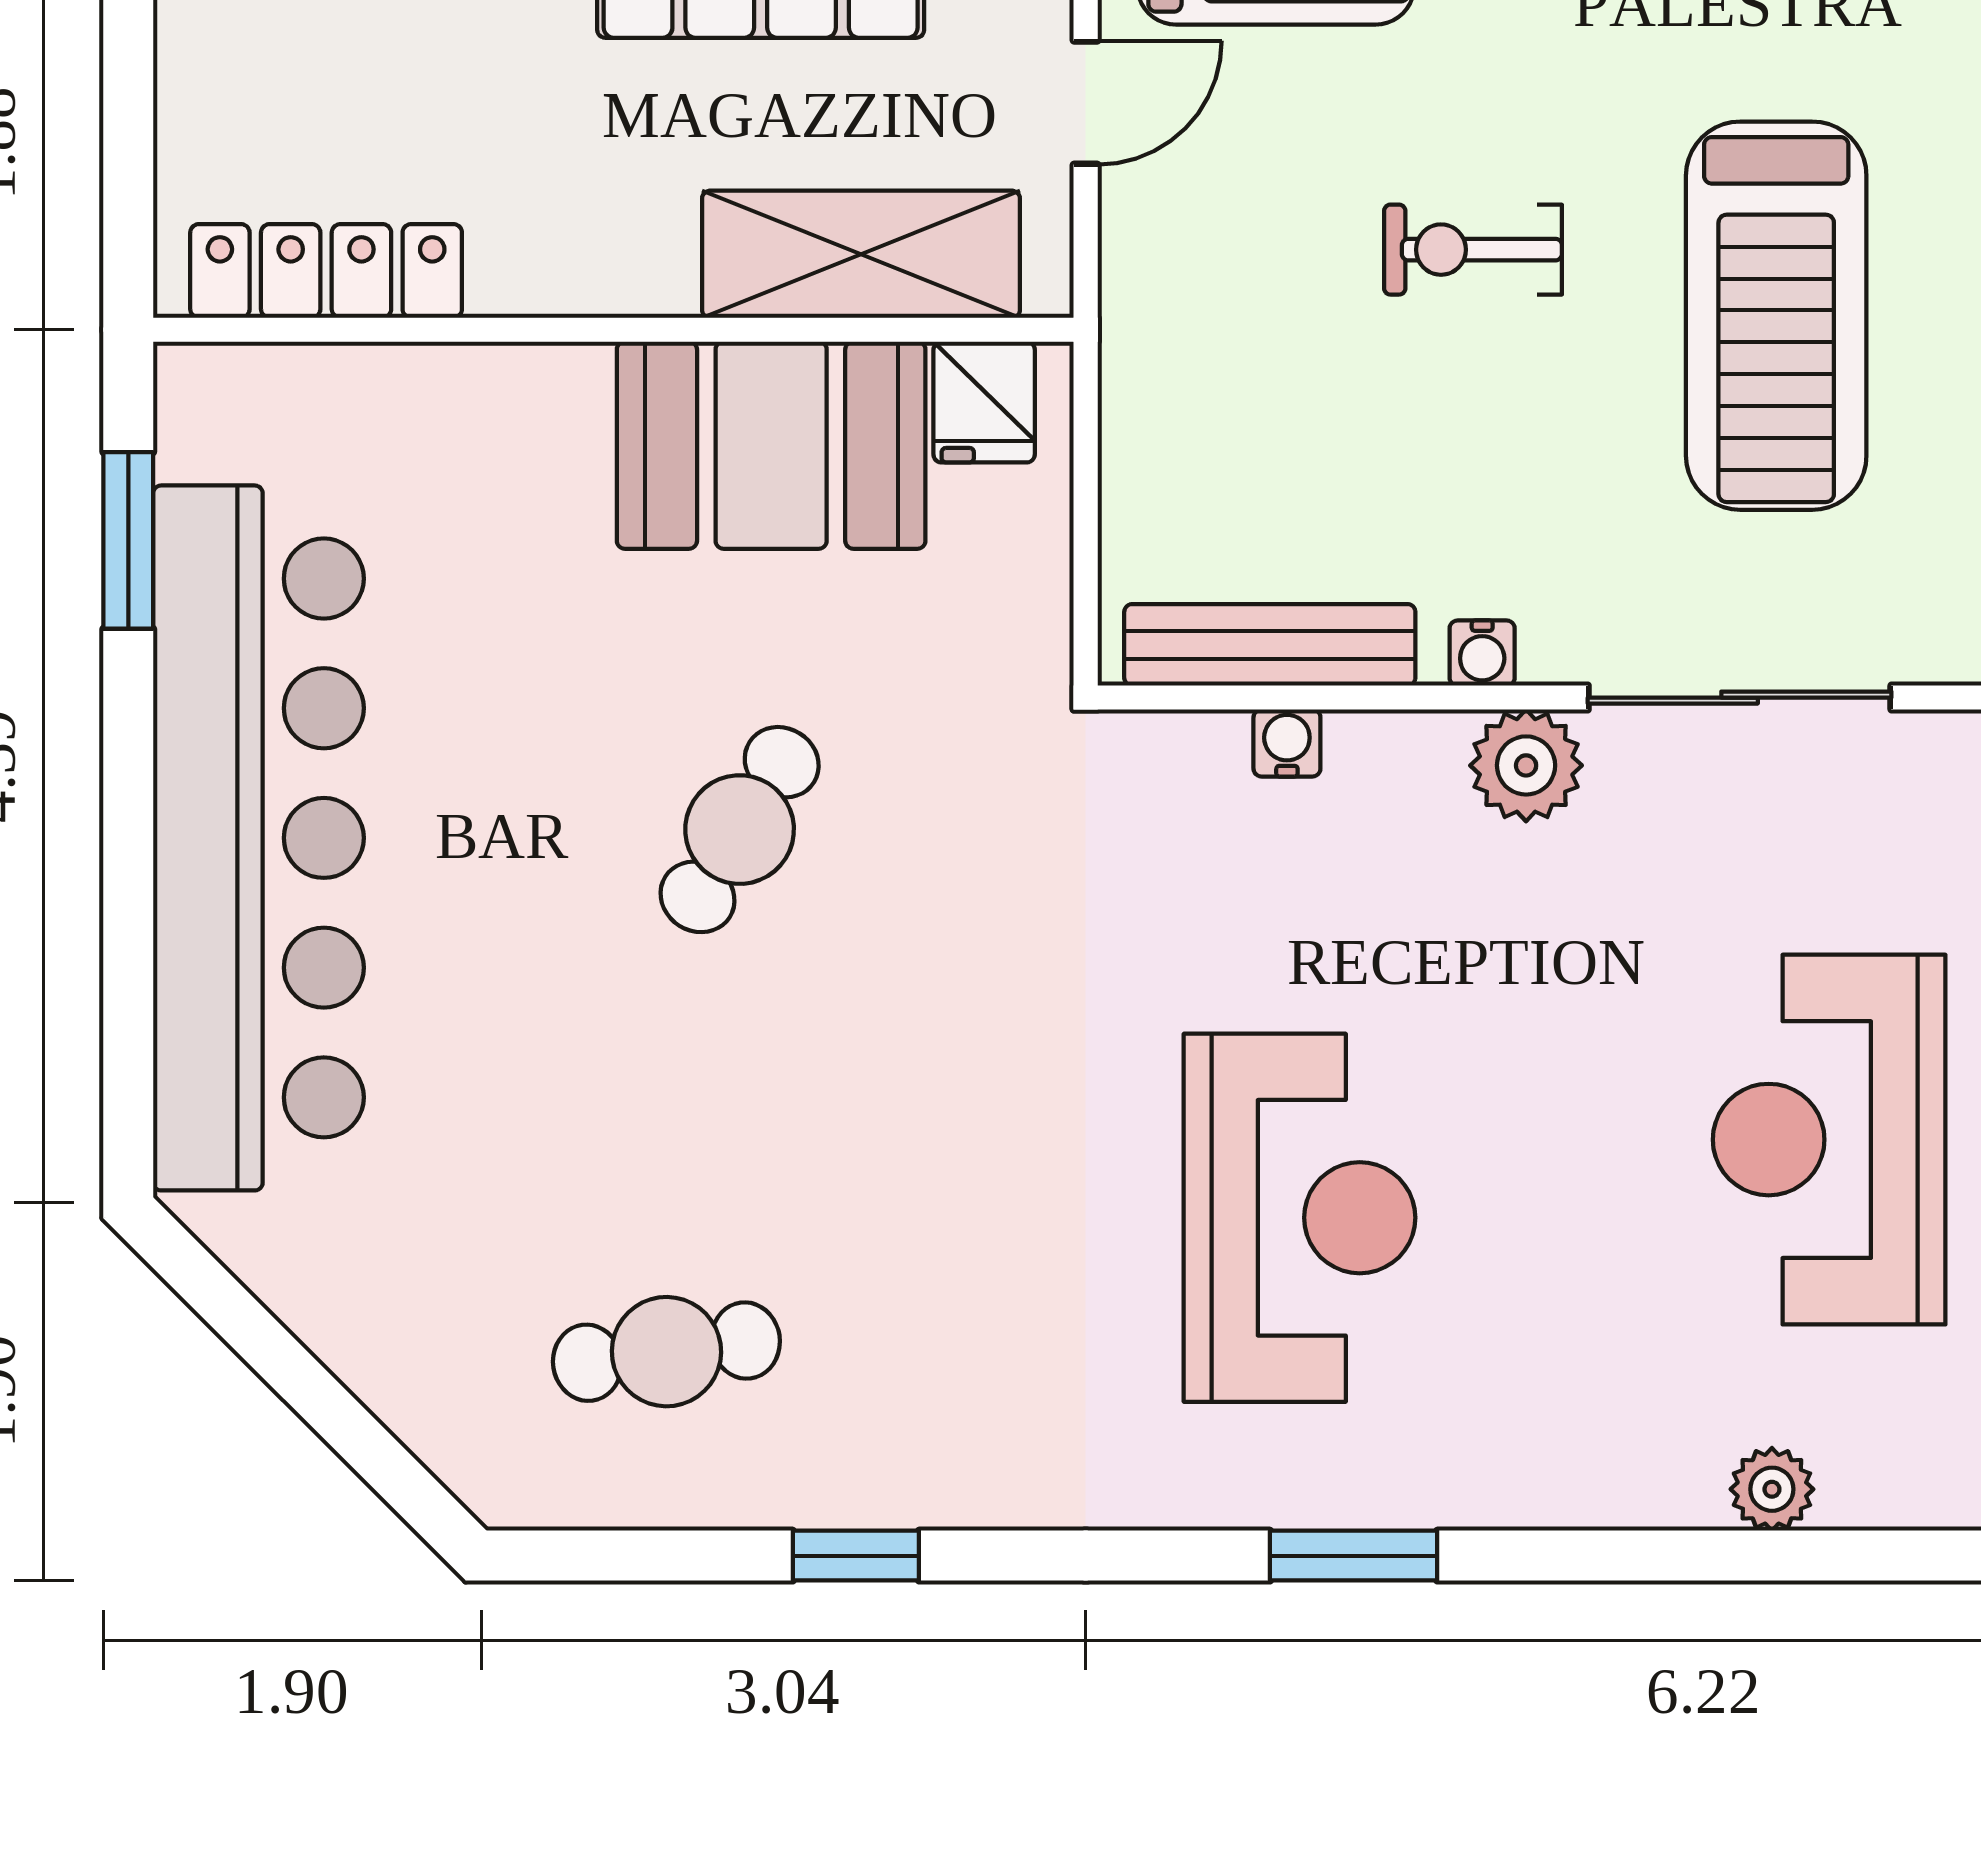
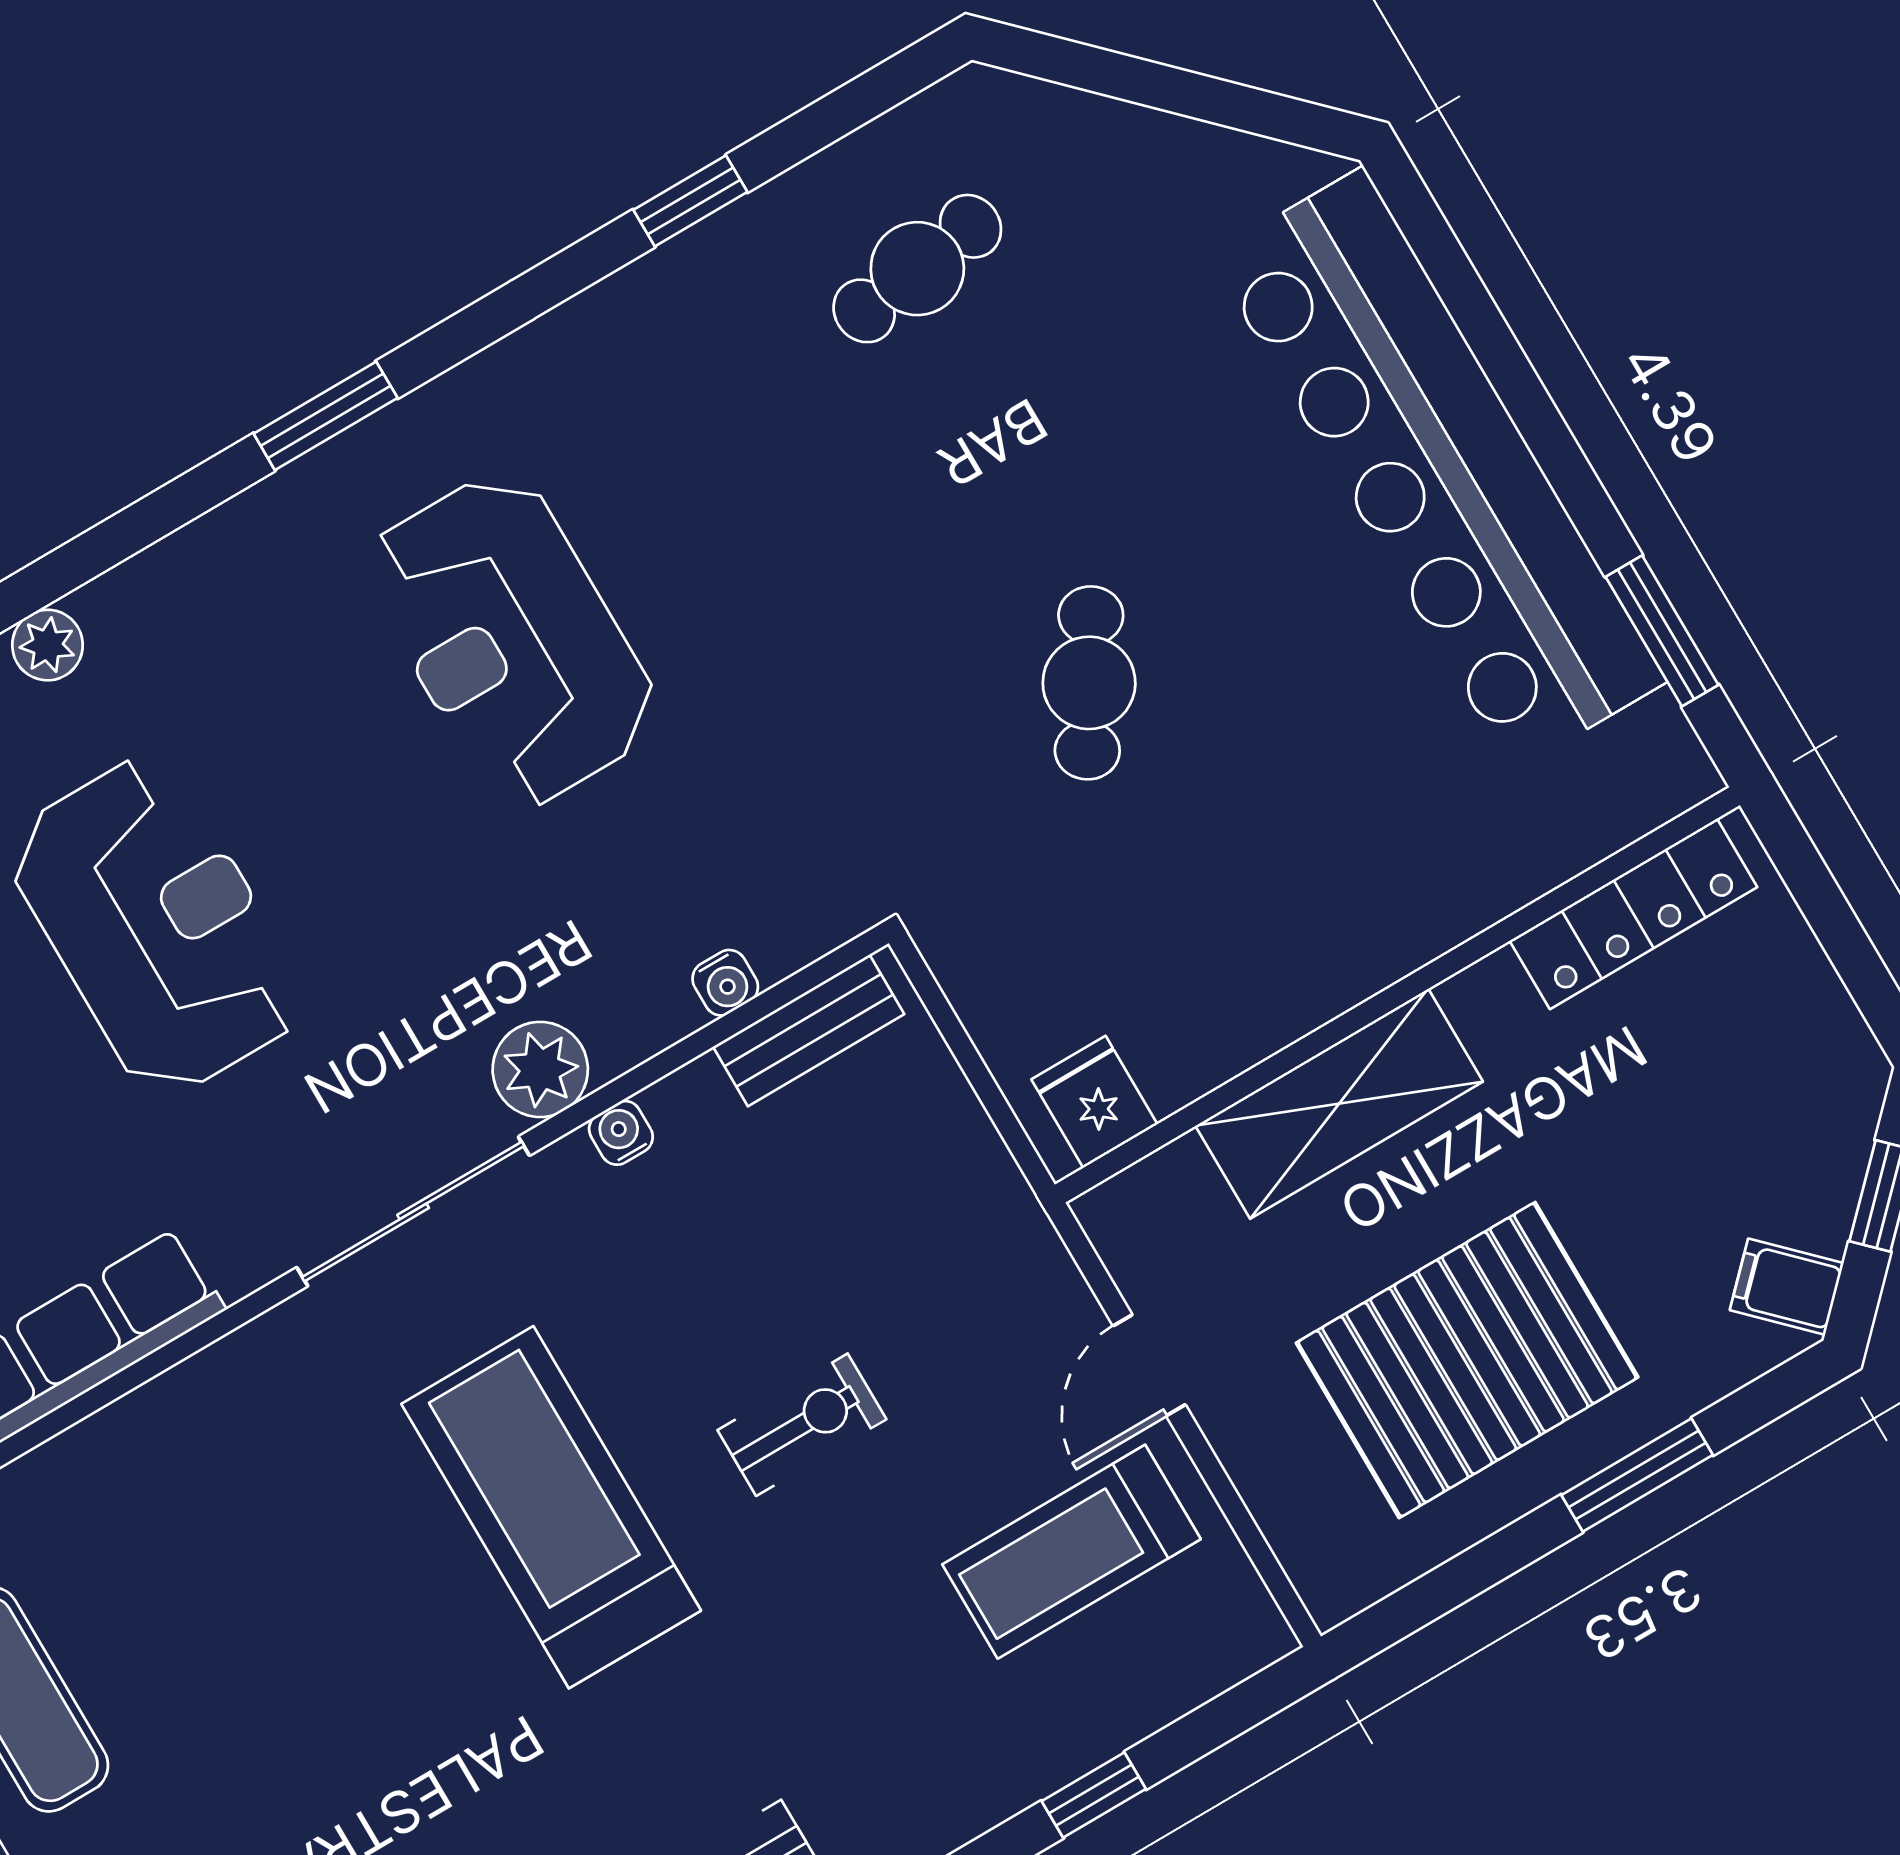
shelving: (861, 254) -> (1339, 1104), moved
booth: (771, 445) -> (1232, 978), removed
bench: (1270, 645) -> (809, 1030), width x0.73

